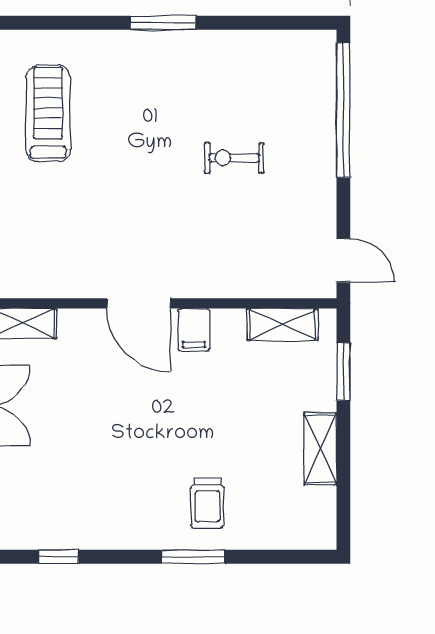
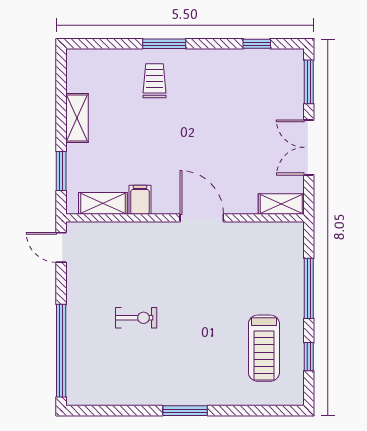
filing cabinet: (194, 330) -> (140, 200), moved

